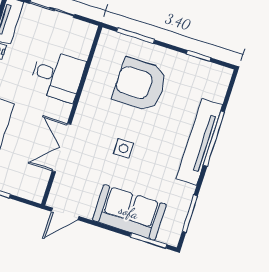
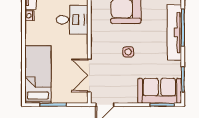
double door: (62, 148) -> (89, 76), moved
sofa: (129, 212) -> (160, 91), moved

